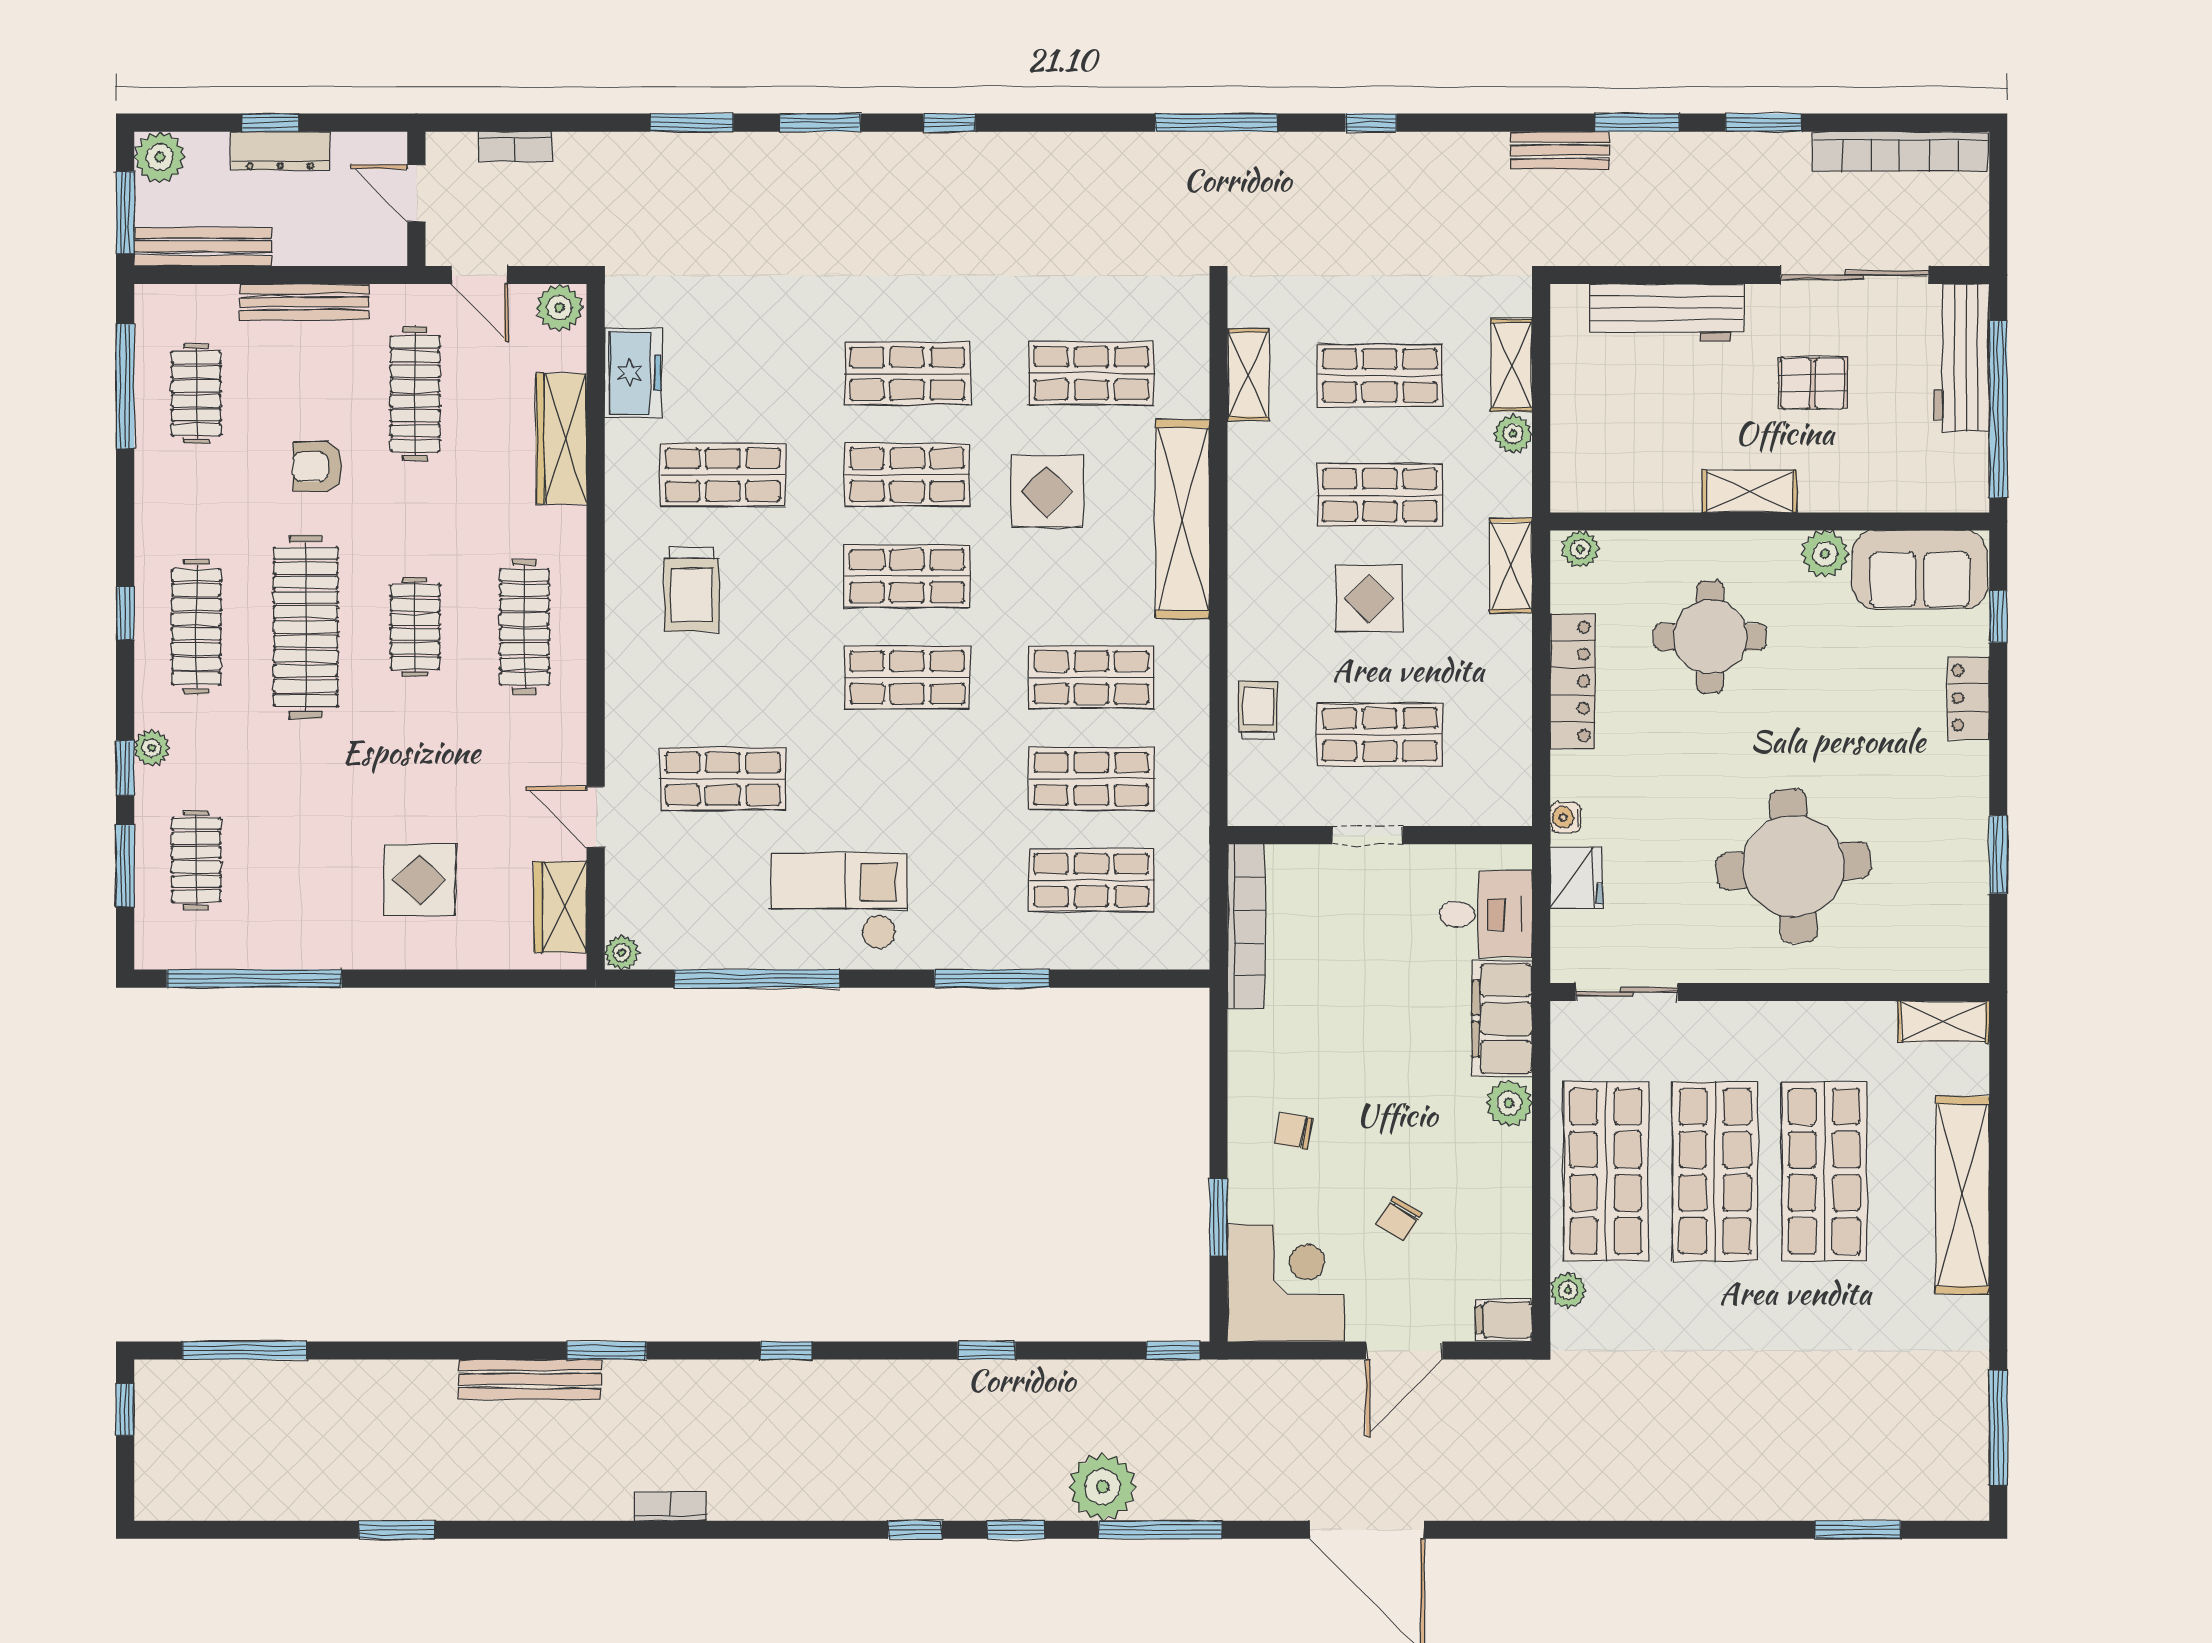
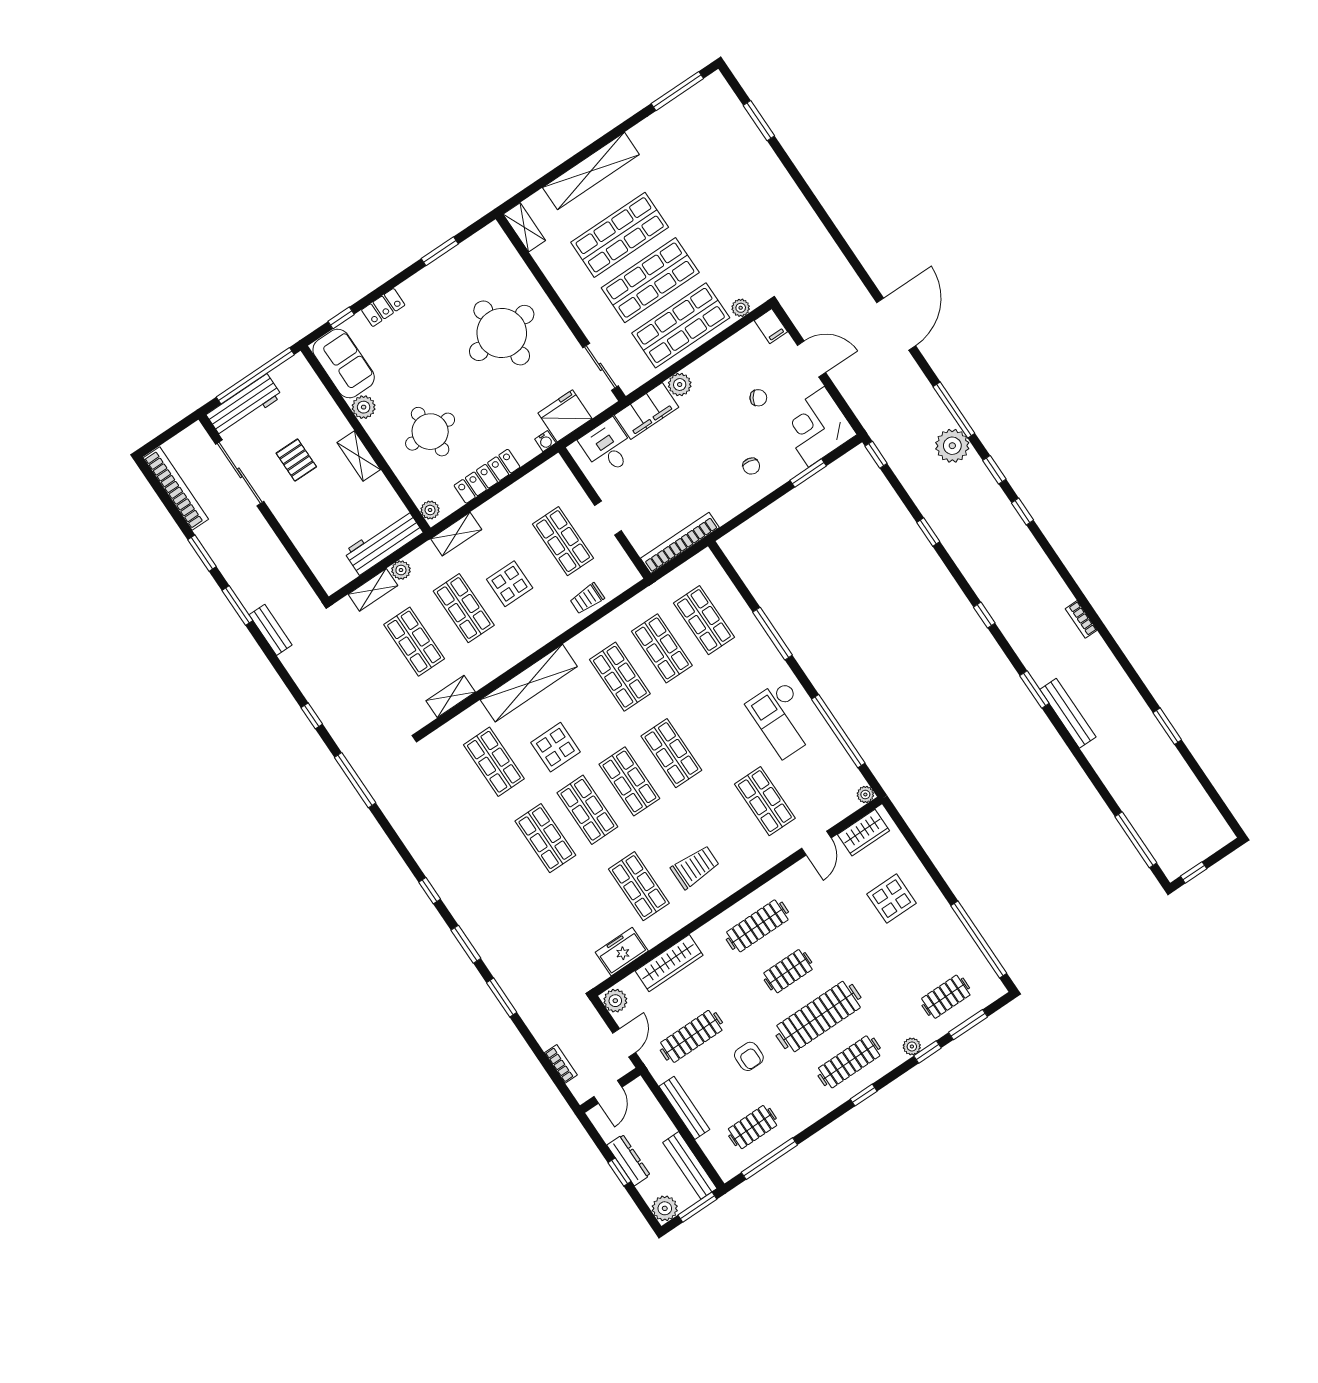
workbench: (1666, 313) -> (383, 542), moved, turned -90
fridge: (1576, 878) -> (565, 416), width x1.36, depth x1.34

